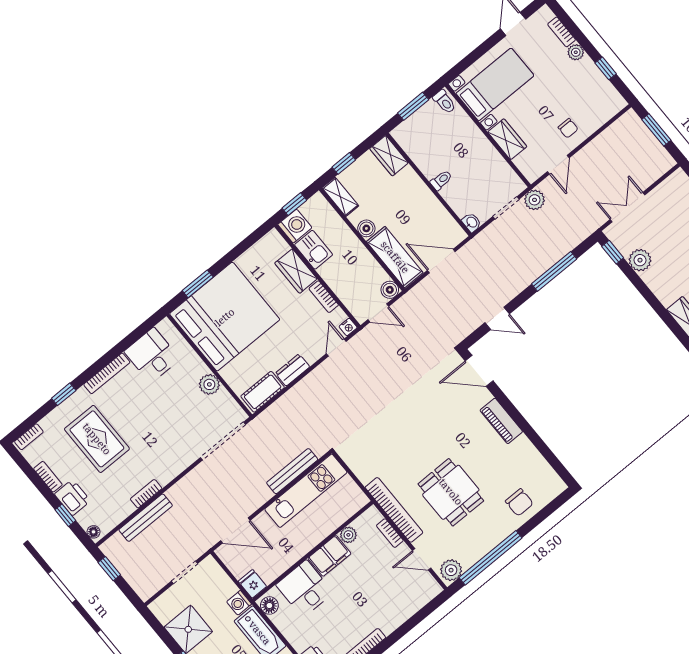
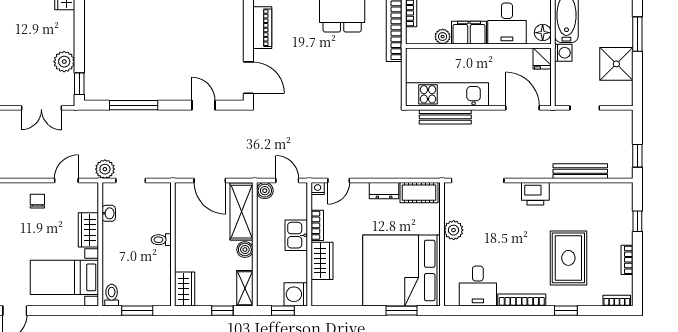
washbasin: (472, 222) -> (109, 213), moved, turned 180
kitchen sink: (314, 250) -> (296, 235), moved
bookcase: (146, 494) -> (565, 188), removed
printer: (72, 497) -> (535, 194), moved, turned -90
floor lamp: (94, 532) -> (627, 192), removed

